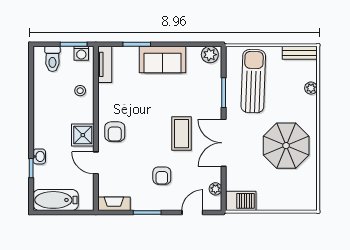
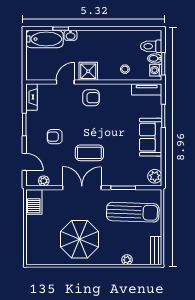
bidet: (67, 55) -> (155, 58), added
armchair: (115, 132) -> (91, 98), turned 180
bathtub: (56, 200) -> (44, 39), moved, turned 90

